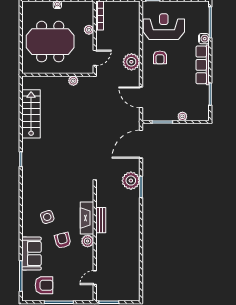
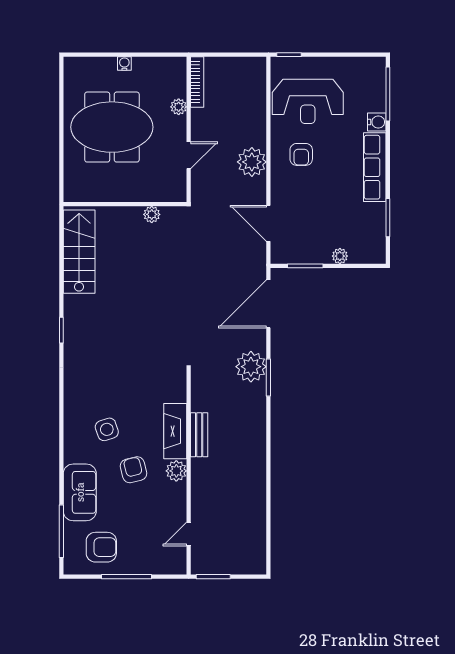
reception desk: (164, 27) -> (308, 101), turned 180
wall: (58, 75) -> (125, 204), moved
plant: (73, 81) -> (152, 214), moved

